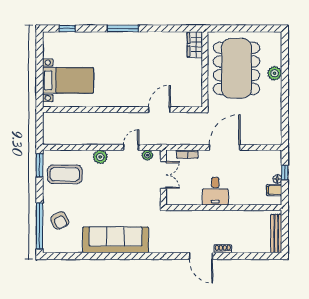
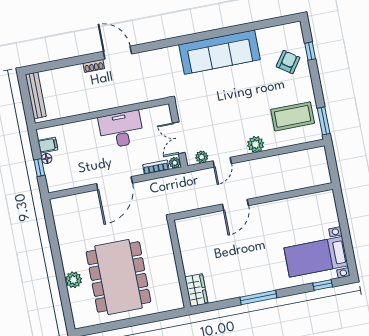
wardrobe: (195, 45) -> (196, 290), moved
wall: (205, 69) -> (179, 264), moved
bed with nightstands: (68, 80) -> (316, 257), moved
door: (159, 110) -> (235, 205), moved
plant: (171, 155) -> (175, 163), added
desk: (215, 191) -> (121, 130), width x1.37
armchair: (60, 220) -> (288, 62), turned 61
window: (40, 226) -> (310, 51), width x0.32

